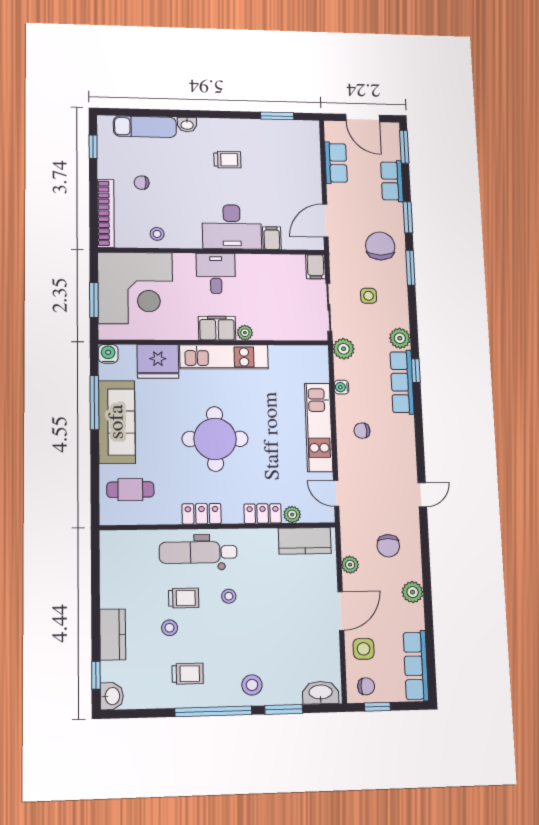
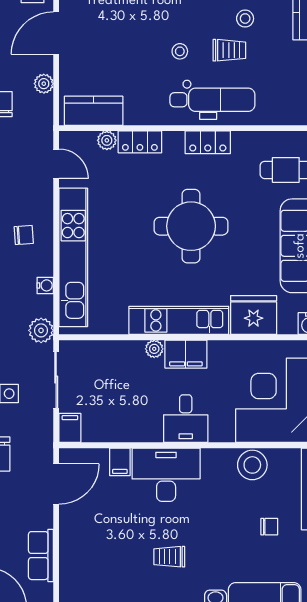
stool: (157, 234) -> (252, 465), width x1.89, depth x1.89
kitchen unit: (319, 427) -> (73, 257), width x1.36
trolley: (184, 598) -> (229, 50), turned 180

